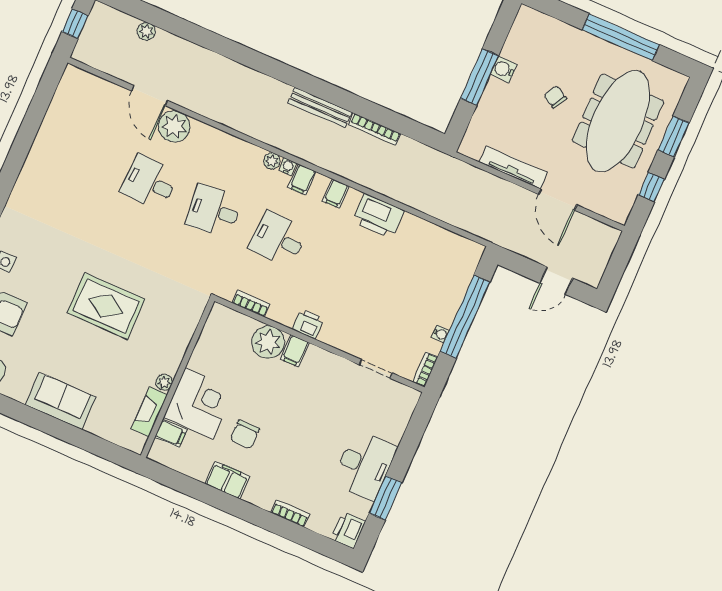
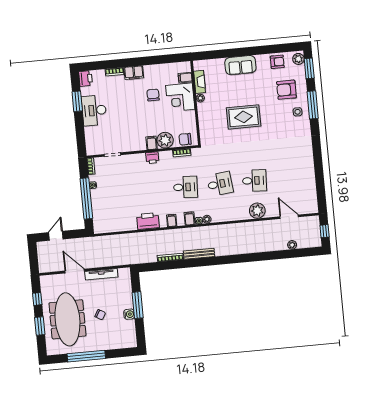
door: (150, 96) -> (289, 217), moved
chair: (232, 324) -> (185, 139), added
filing cabinet: (227, 480) -> (134, 73), moved

